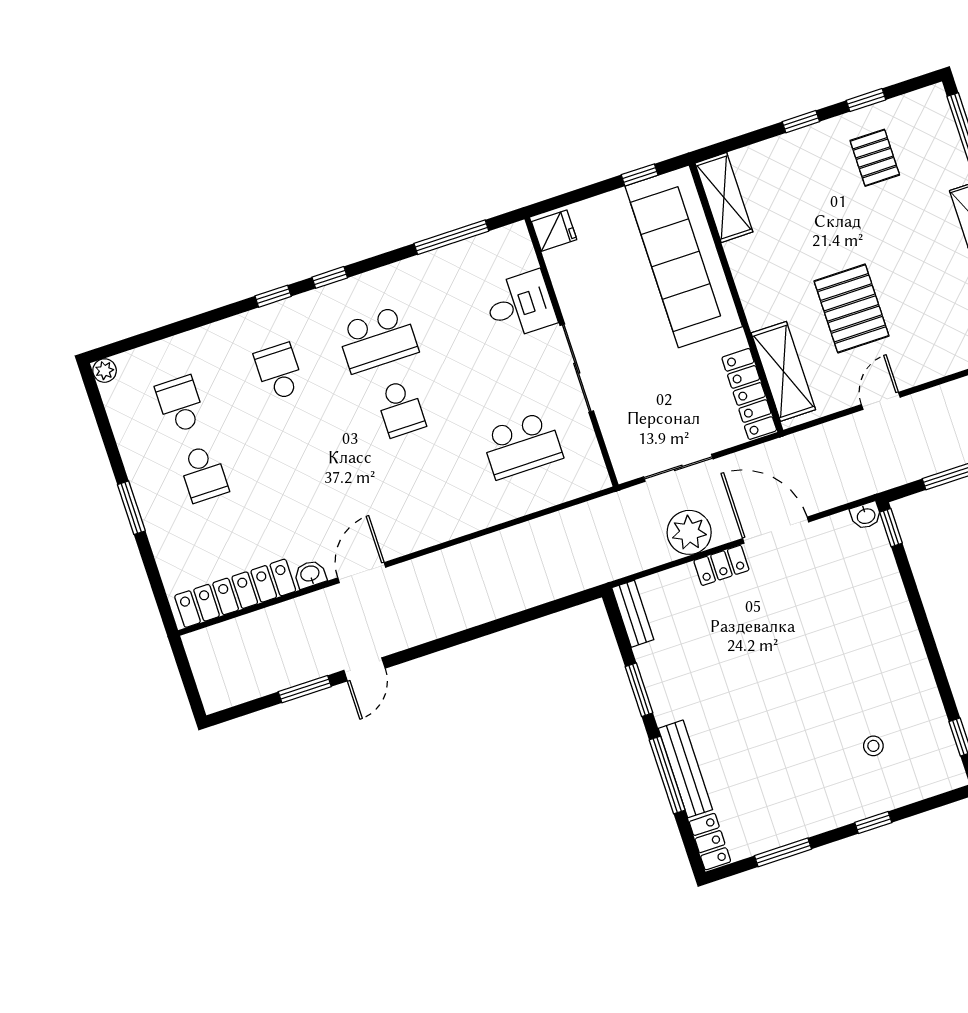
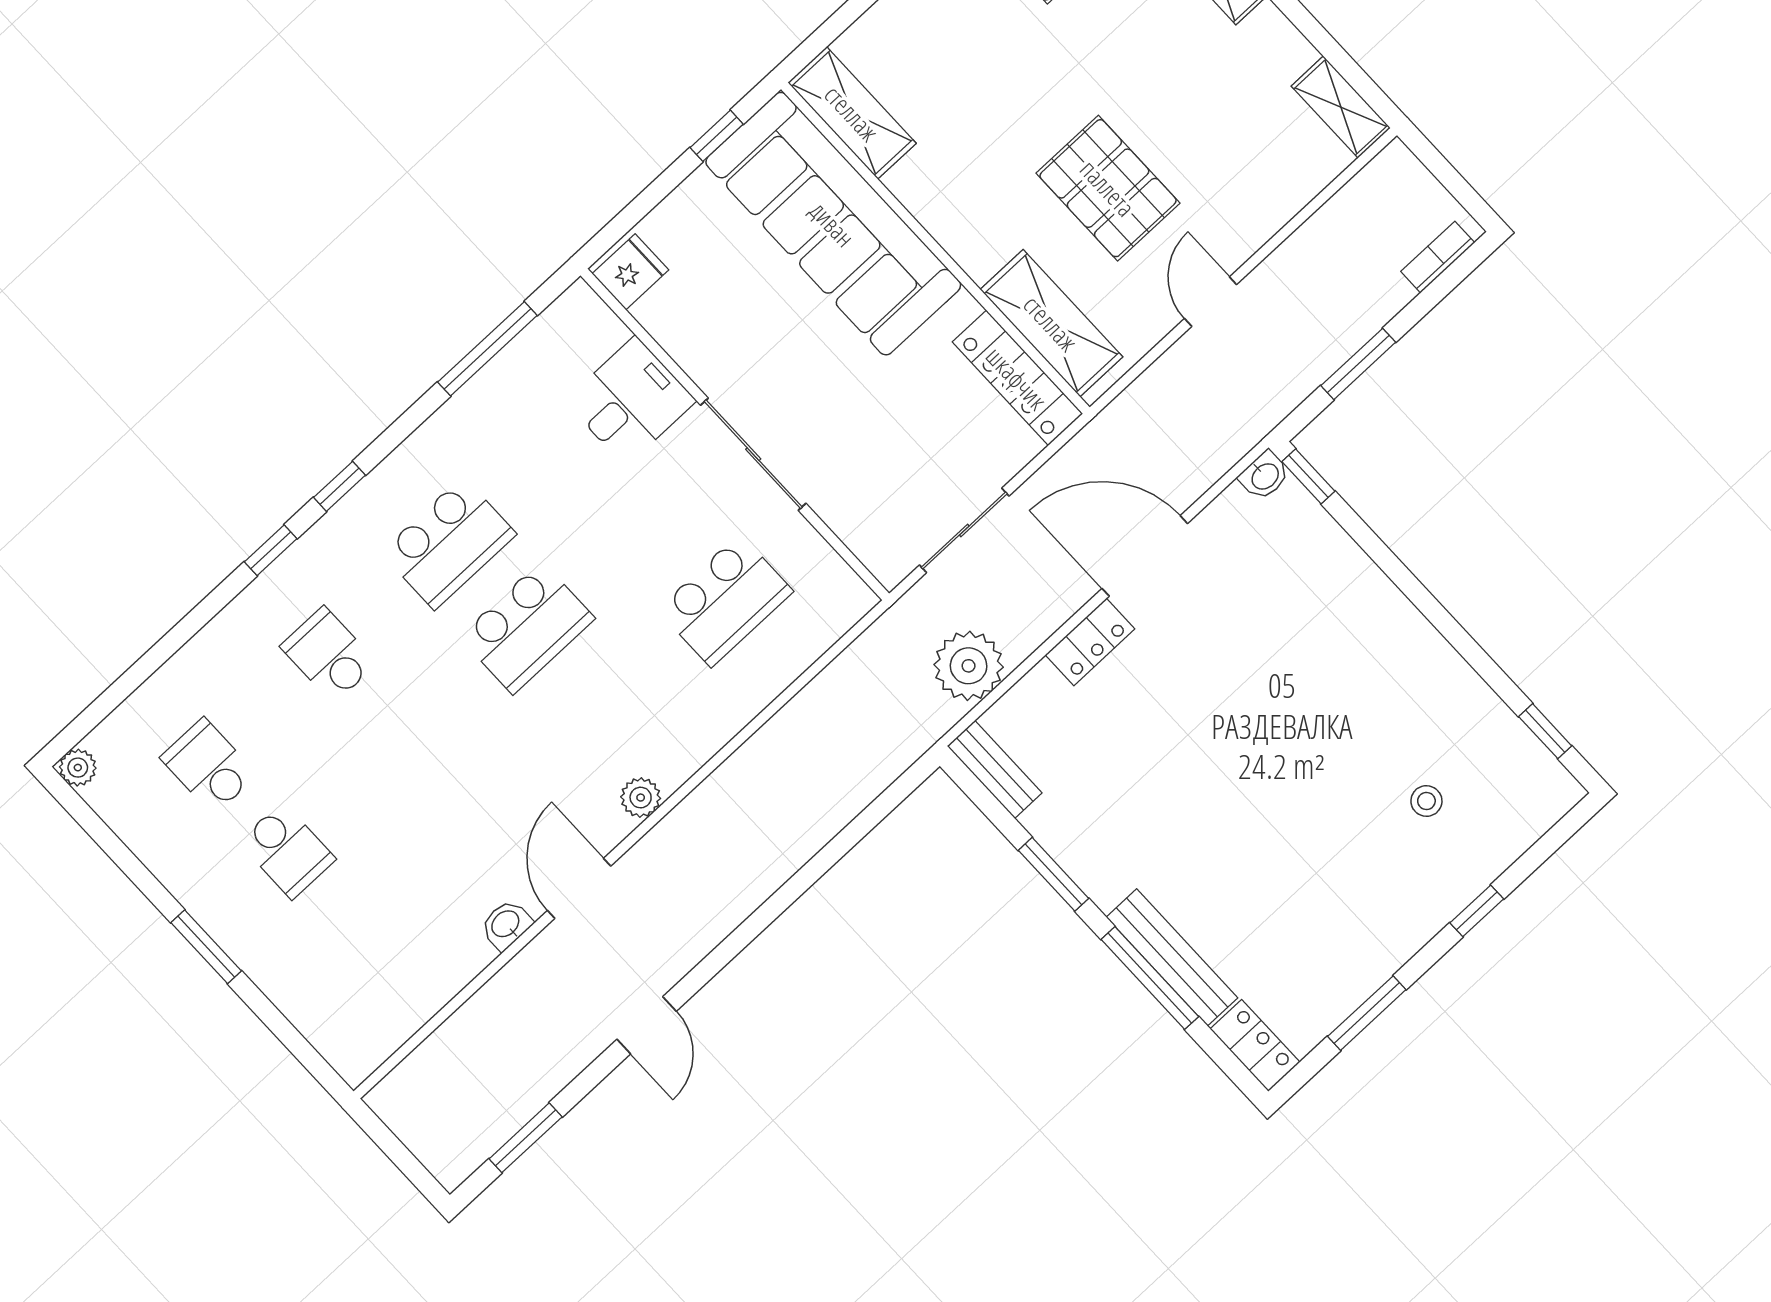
school desk: (401, 408) -> (527, 628), width x1.85
plant: (689, 532) -> (969, 666), moved
plant: (421, 536) -> (641, 798), added
locker: (235, 593) -> (411, 1001), removed
window: (305, 689) -> (526, 1138), moved

